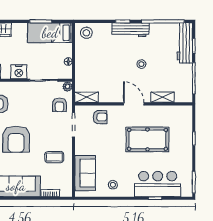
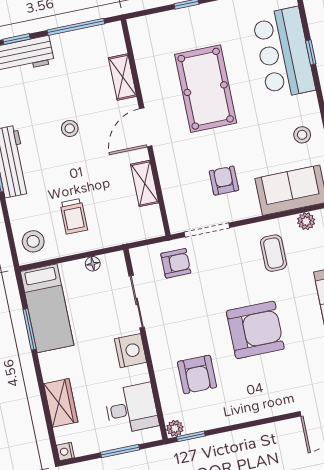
trolley: (95, 57) -> (74, 216), added
plant: (67, 86) -> (306, 221), moved
shelving: (87, 97) -> (145, 183), moved
armchair: (100, 117) -> (224, 181), moved

